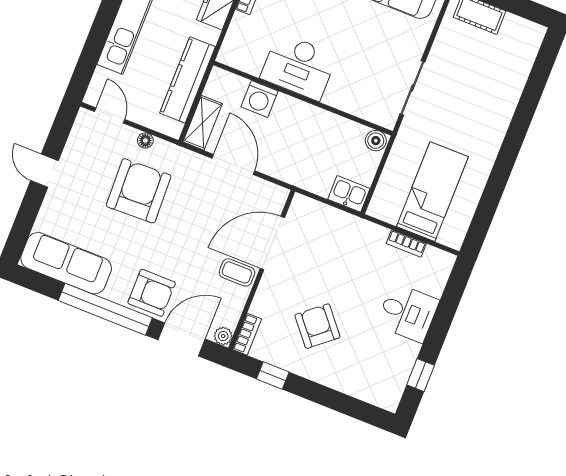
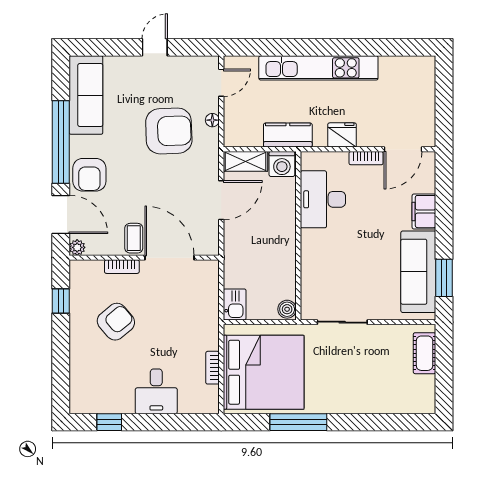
desk: (299, 66) -> (323, 199), moved
kitchen counter: (188, 80) -> (288, 135), width x0.67
washing machine: (260, 99) -> (282, 164), moved, turned -90
window: (499, 176) -> (298, 422), added
bed: (432, 192) -> (264, 372), width x2.04
bookcase: (247, 334) -> (122, 267), moved

